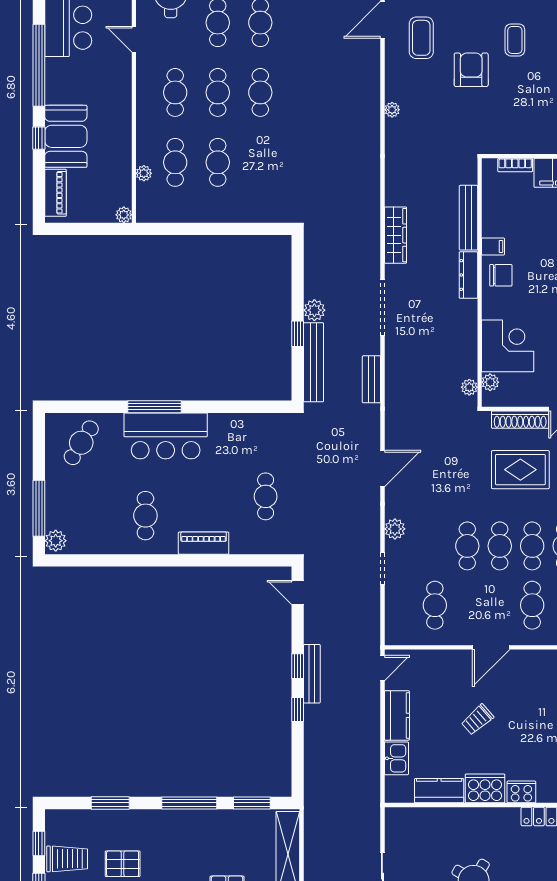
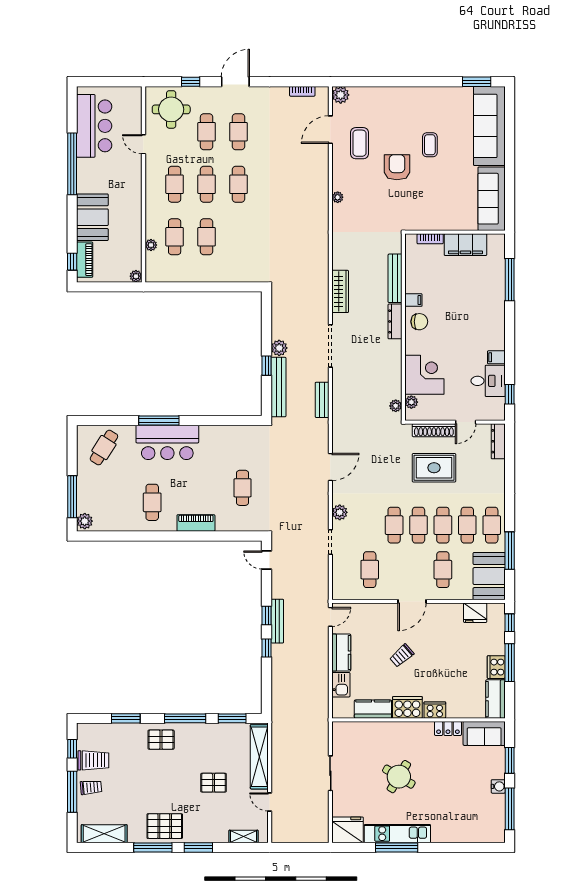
window: (39, 138) -> (72, 262), moved
pallet: (123, 864) -> (161, 740), moved

